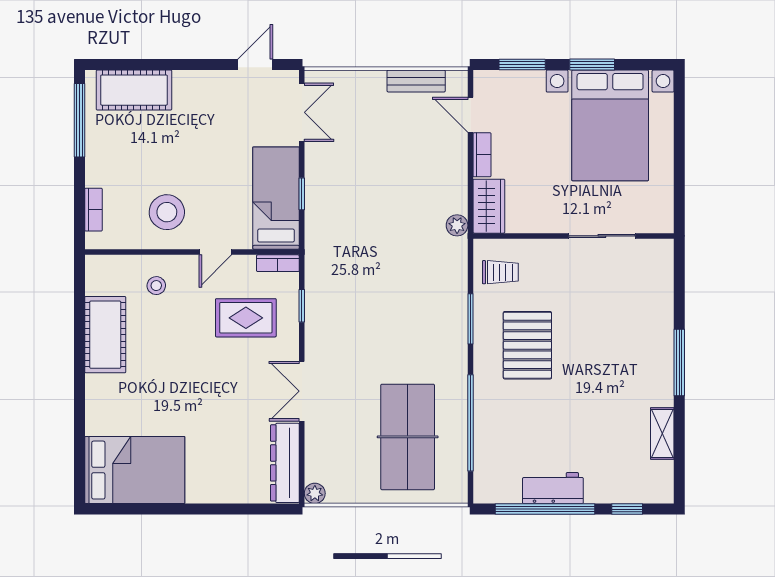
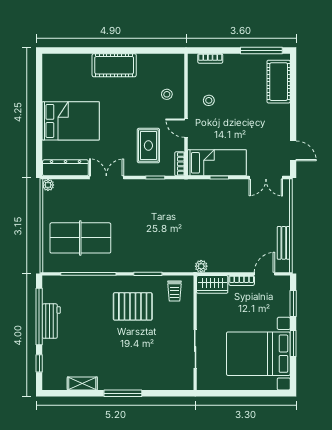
stool: (167, 212) -> (209, 100), width x0.53, depth x0.53
cot: (105, 335) -> (114, 65), moved
bed: (135, 470) -> (71, 121), moved, turned -90

